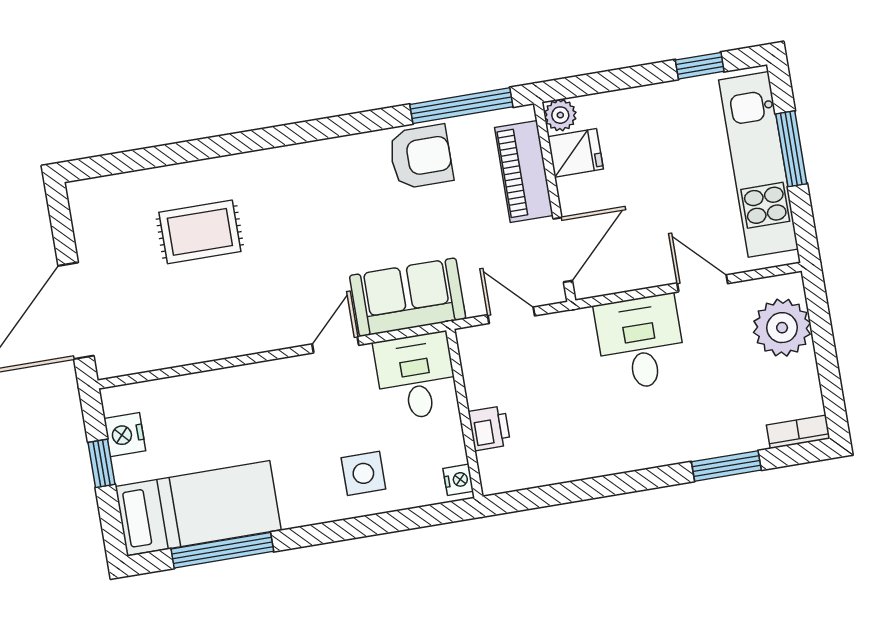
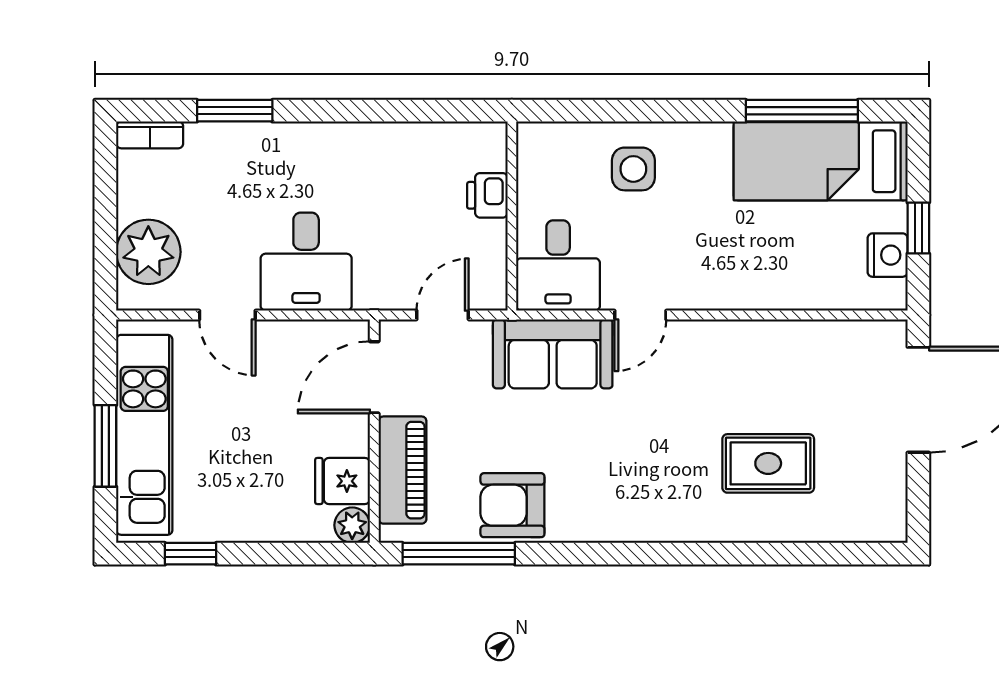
door: (511, 315) -> (443, 315), swing flipped
nightstand: (458, 480) -> (531, 145), removed

